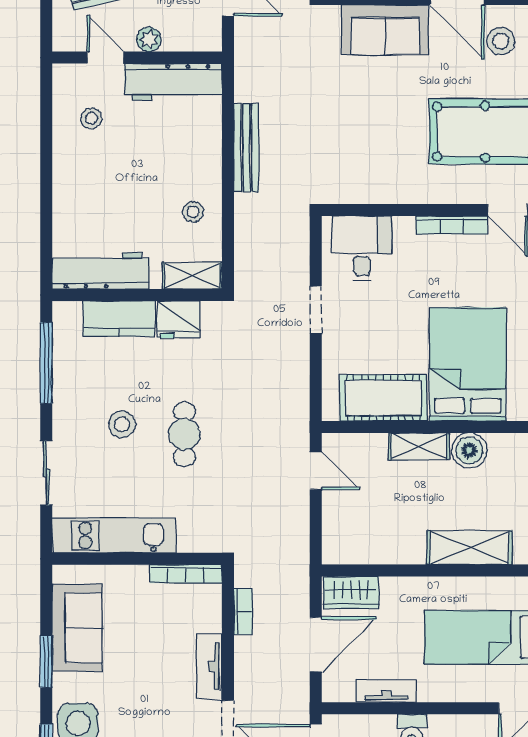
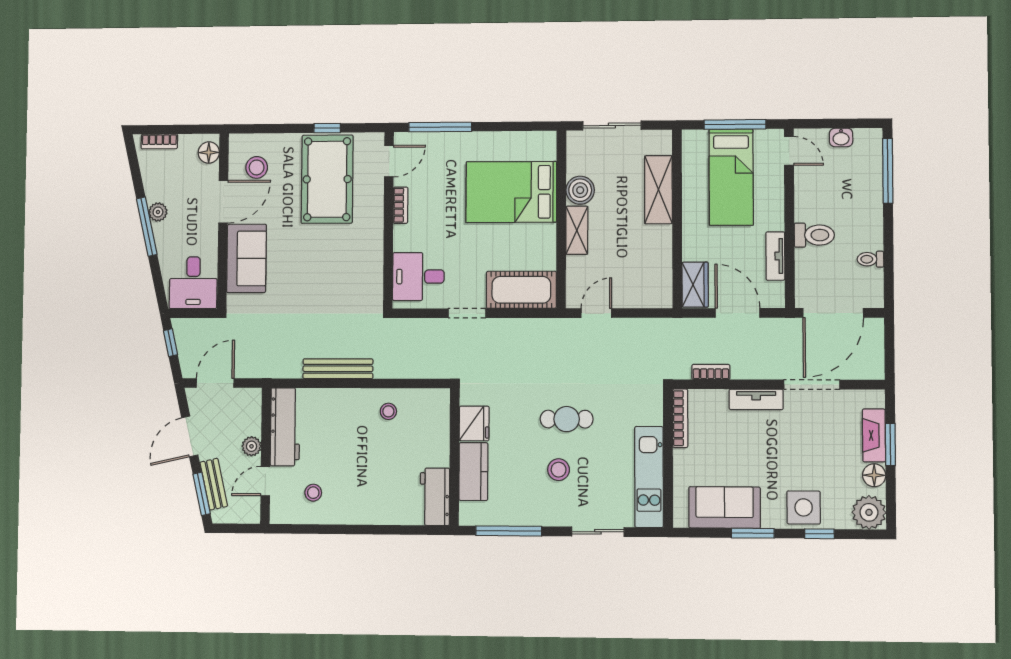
bookcase: (452, 225) -> (400, 205), width x0.64
workbench: (101, 271) -> (435, 497), width x0.73
shelving: (192, 276) -> (439, 412), removed
cot: (383, 398) -> (521, 290), moved, turned 90

